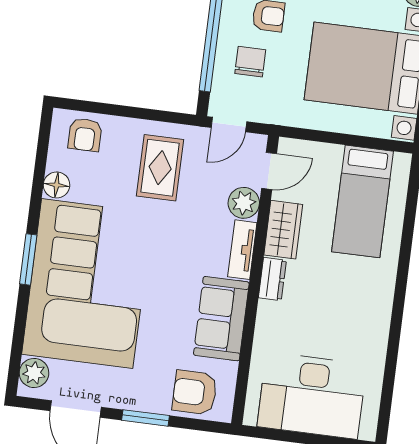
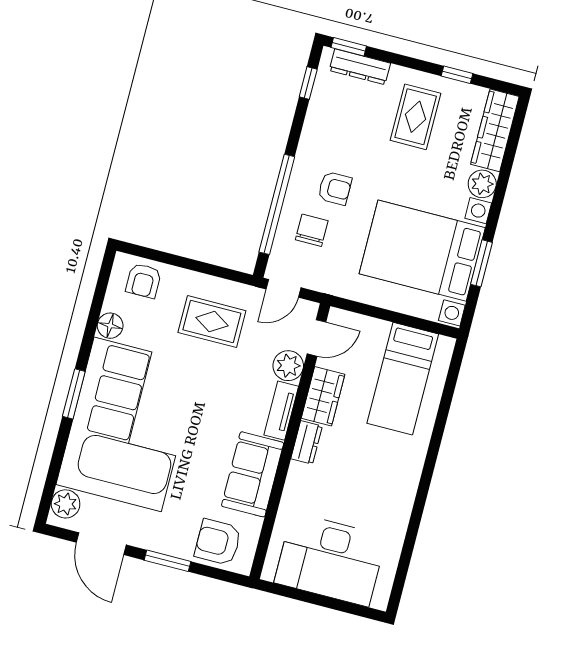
rug: (160, 168) -> (212, 322), turned 90

